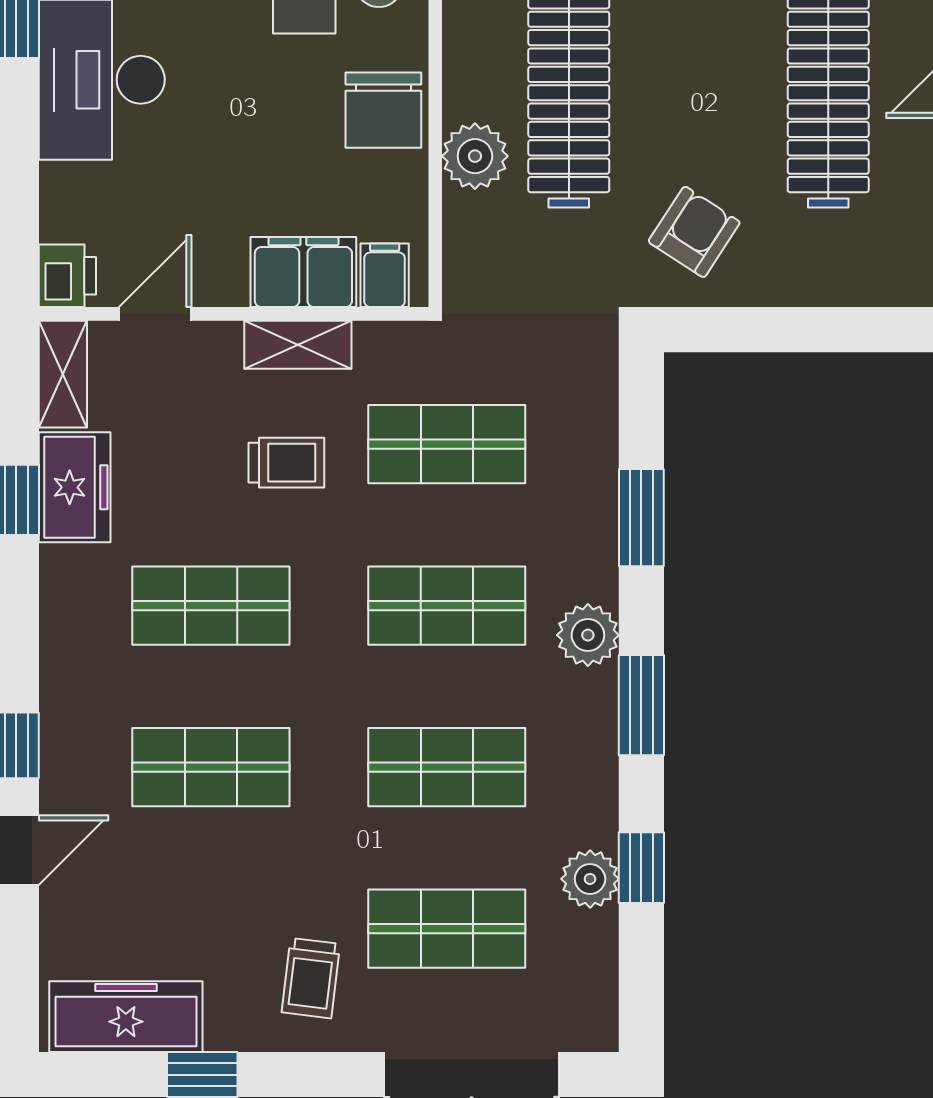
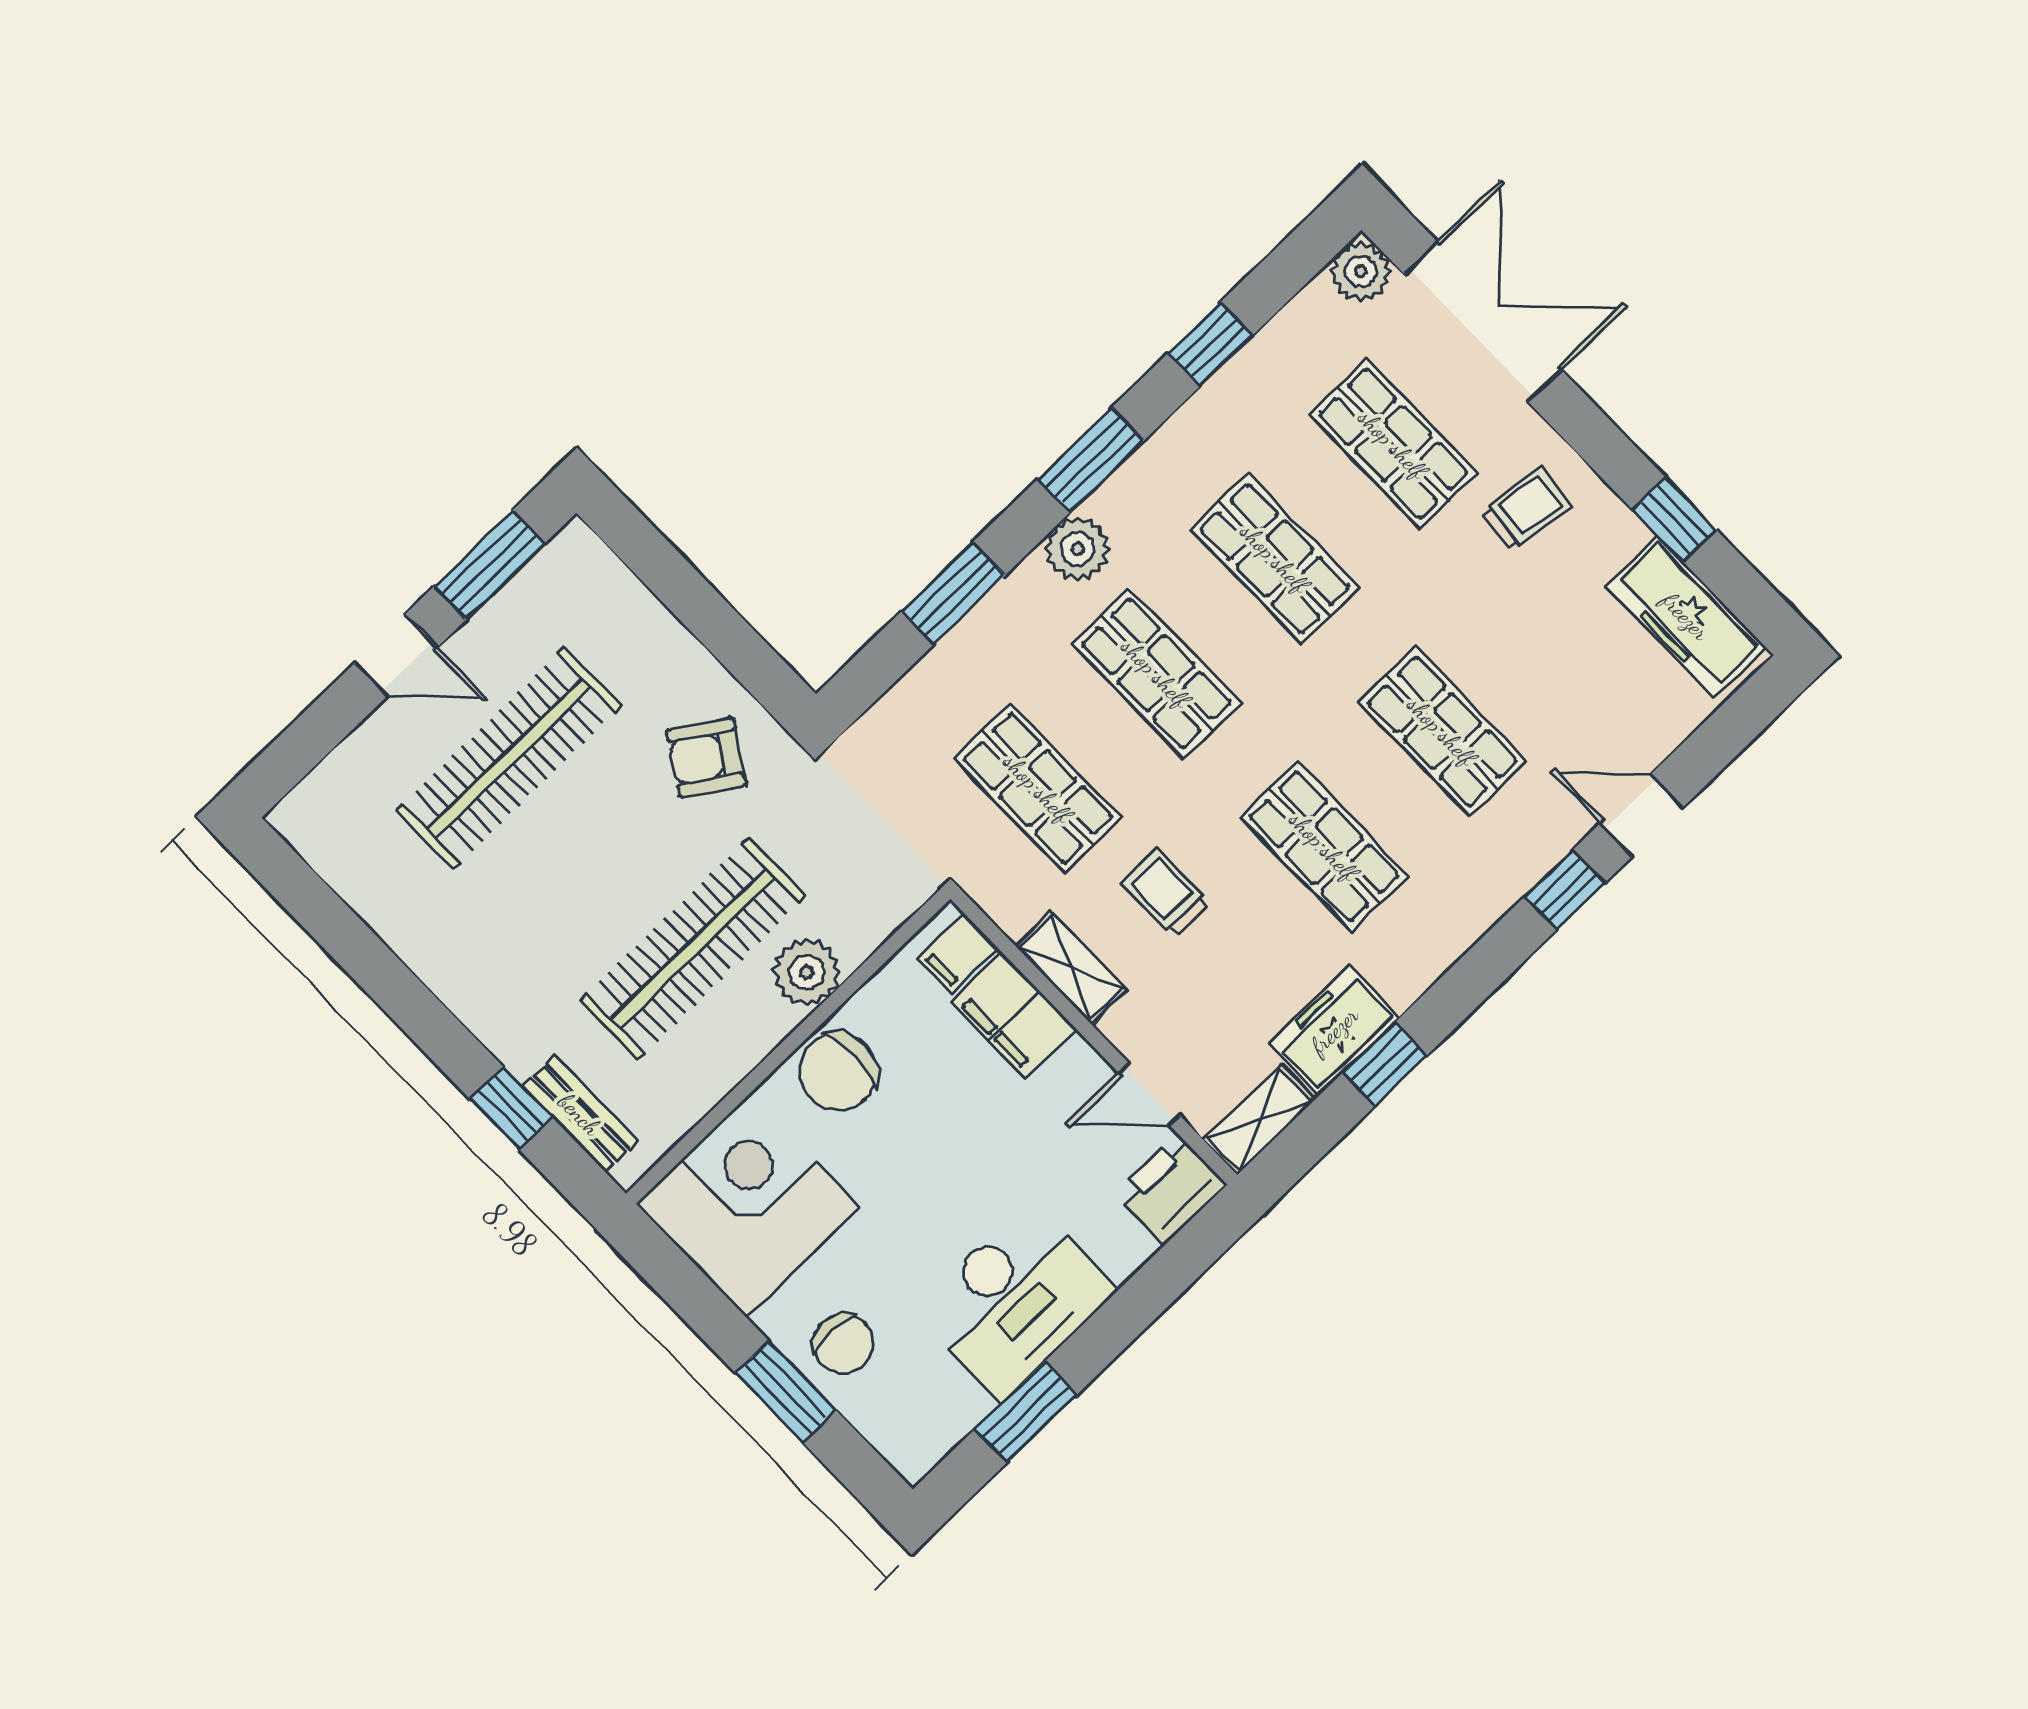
chair: (383, 110) -> (838, 1072), turned 180
printer: (67, 276) -> (1171, 1189), width x1.36, depth x1.24
plant: (590, 879) -> (1361, 271), moved

